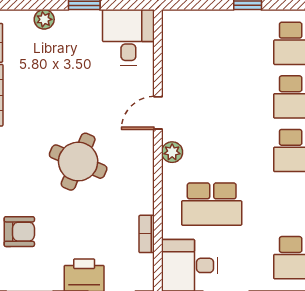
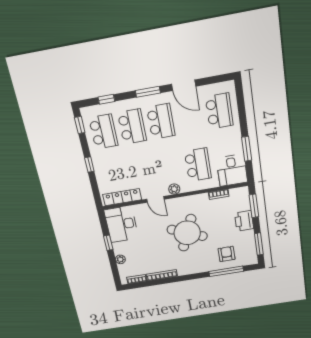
desk: (128, 37) -> (121, 224), width x1.37
locker: (173, 51) -> (122, 197), added
round table: (78, 162) -> (187, 233), width x1.36, depth x1.36

